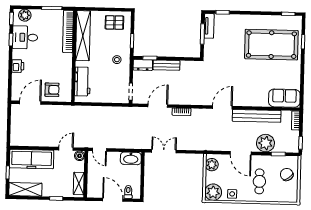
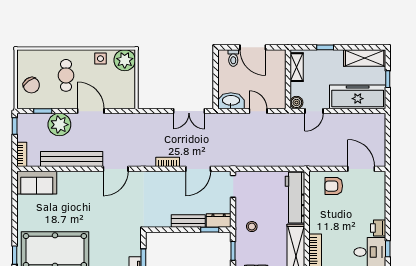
printer: (18, 66) -> (378, 228), moved
workbench: (83, 81) -> (295, 198), width x1.38
door: (30, 103) -> (361, 169), swing flipped
door: (99, 150) -> (258, 111), moved
plant: (212, 165) -> (127, 95), removed

